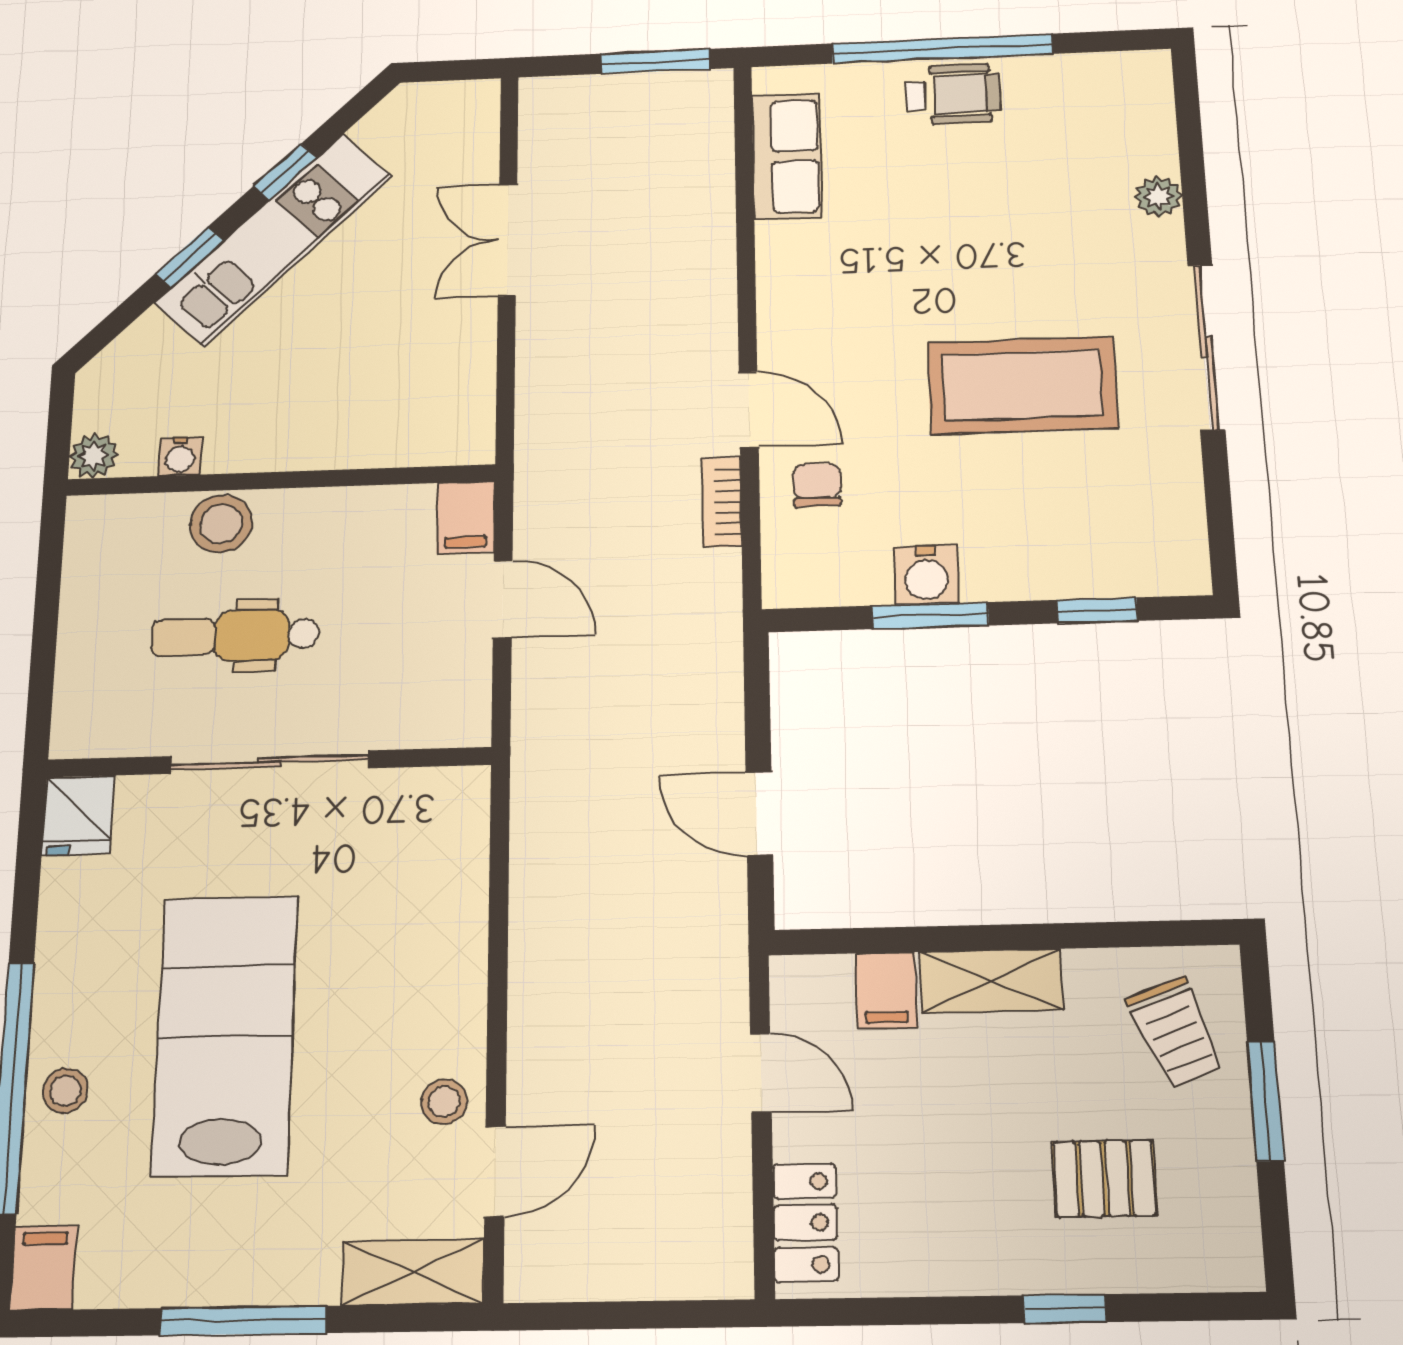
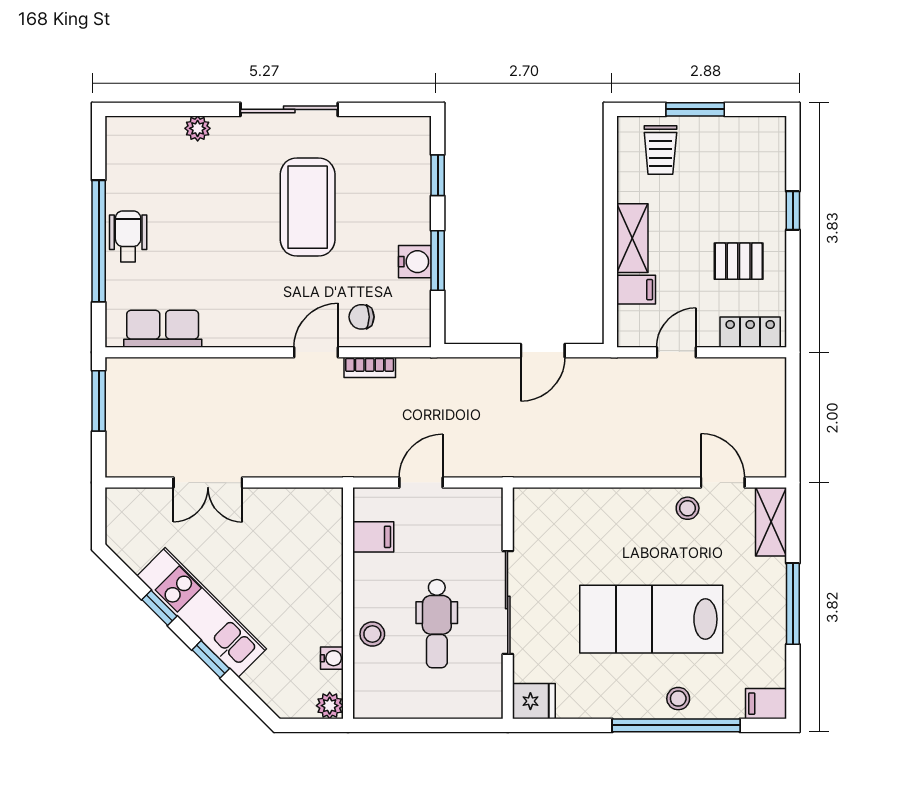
filing cabinet: (466, 517) -> (373, 537), moved
stool: (221, 524) -> (372, 634), width x0.73, depth x0.73
trolley: (1176, 1033) -> (660, 150), turned 111
pallet: (1104, 1179) -> (739, 261), moved, turned 90

